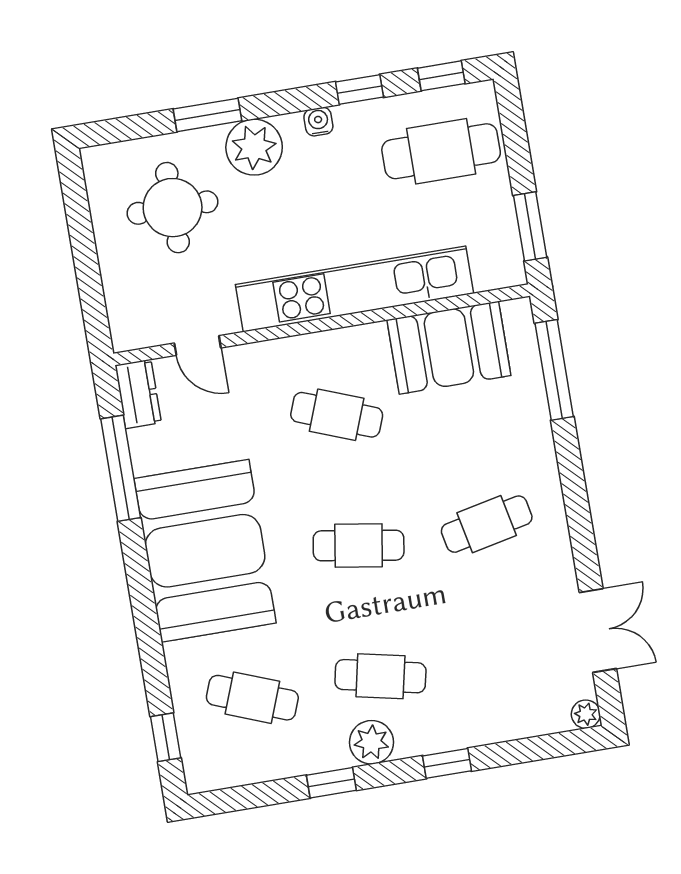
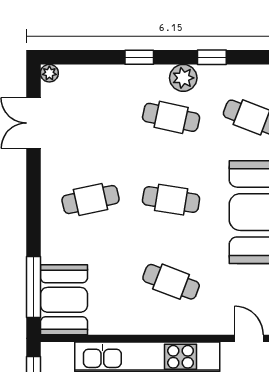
booth: (449, 348) -> (64, 300), moved, turned 90

